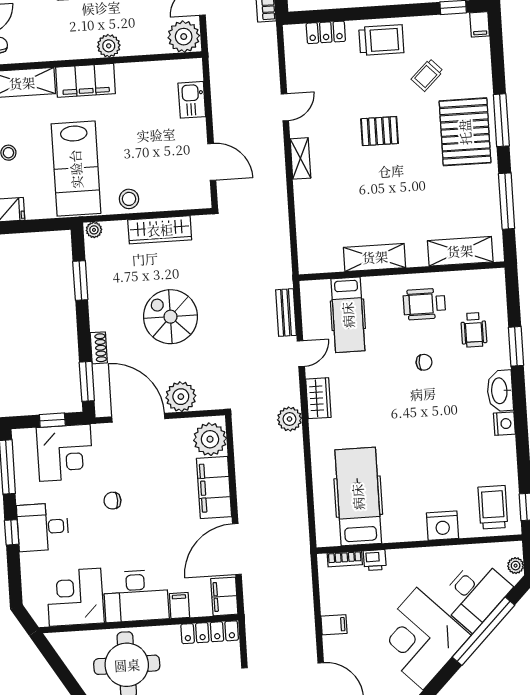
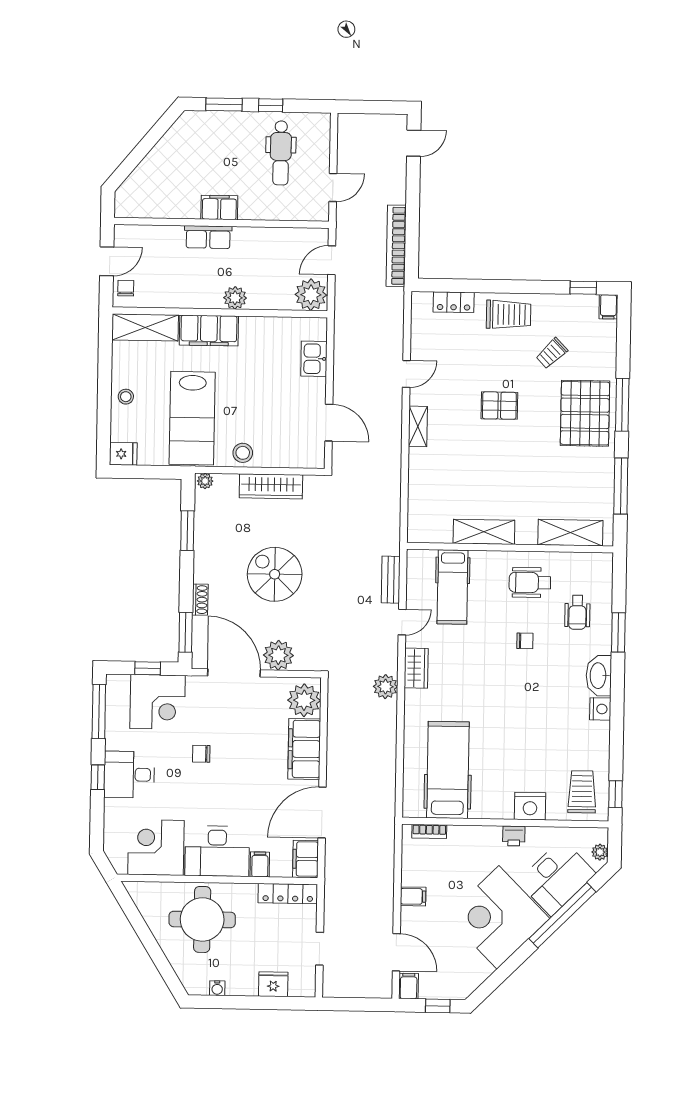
printer: (375, 560) -> (514, 836), moved

